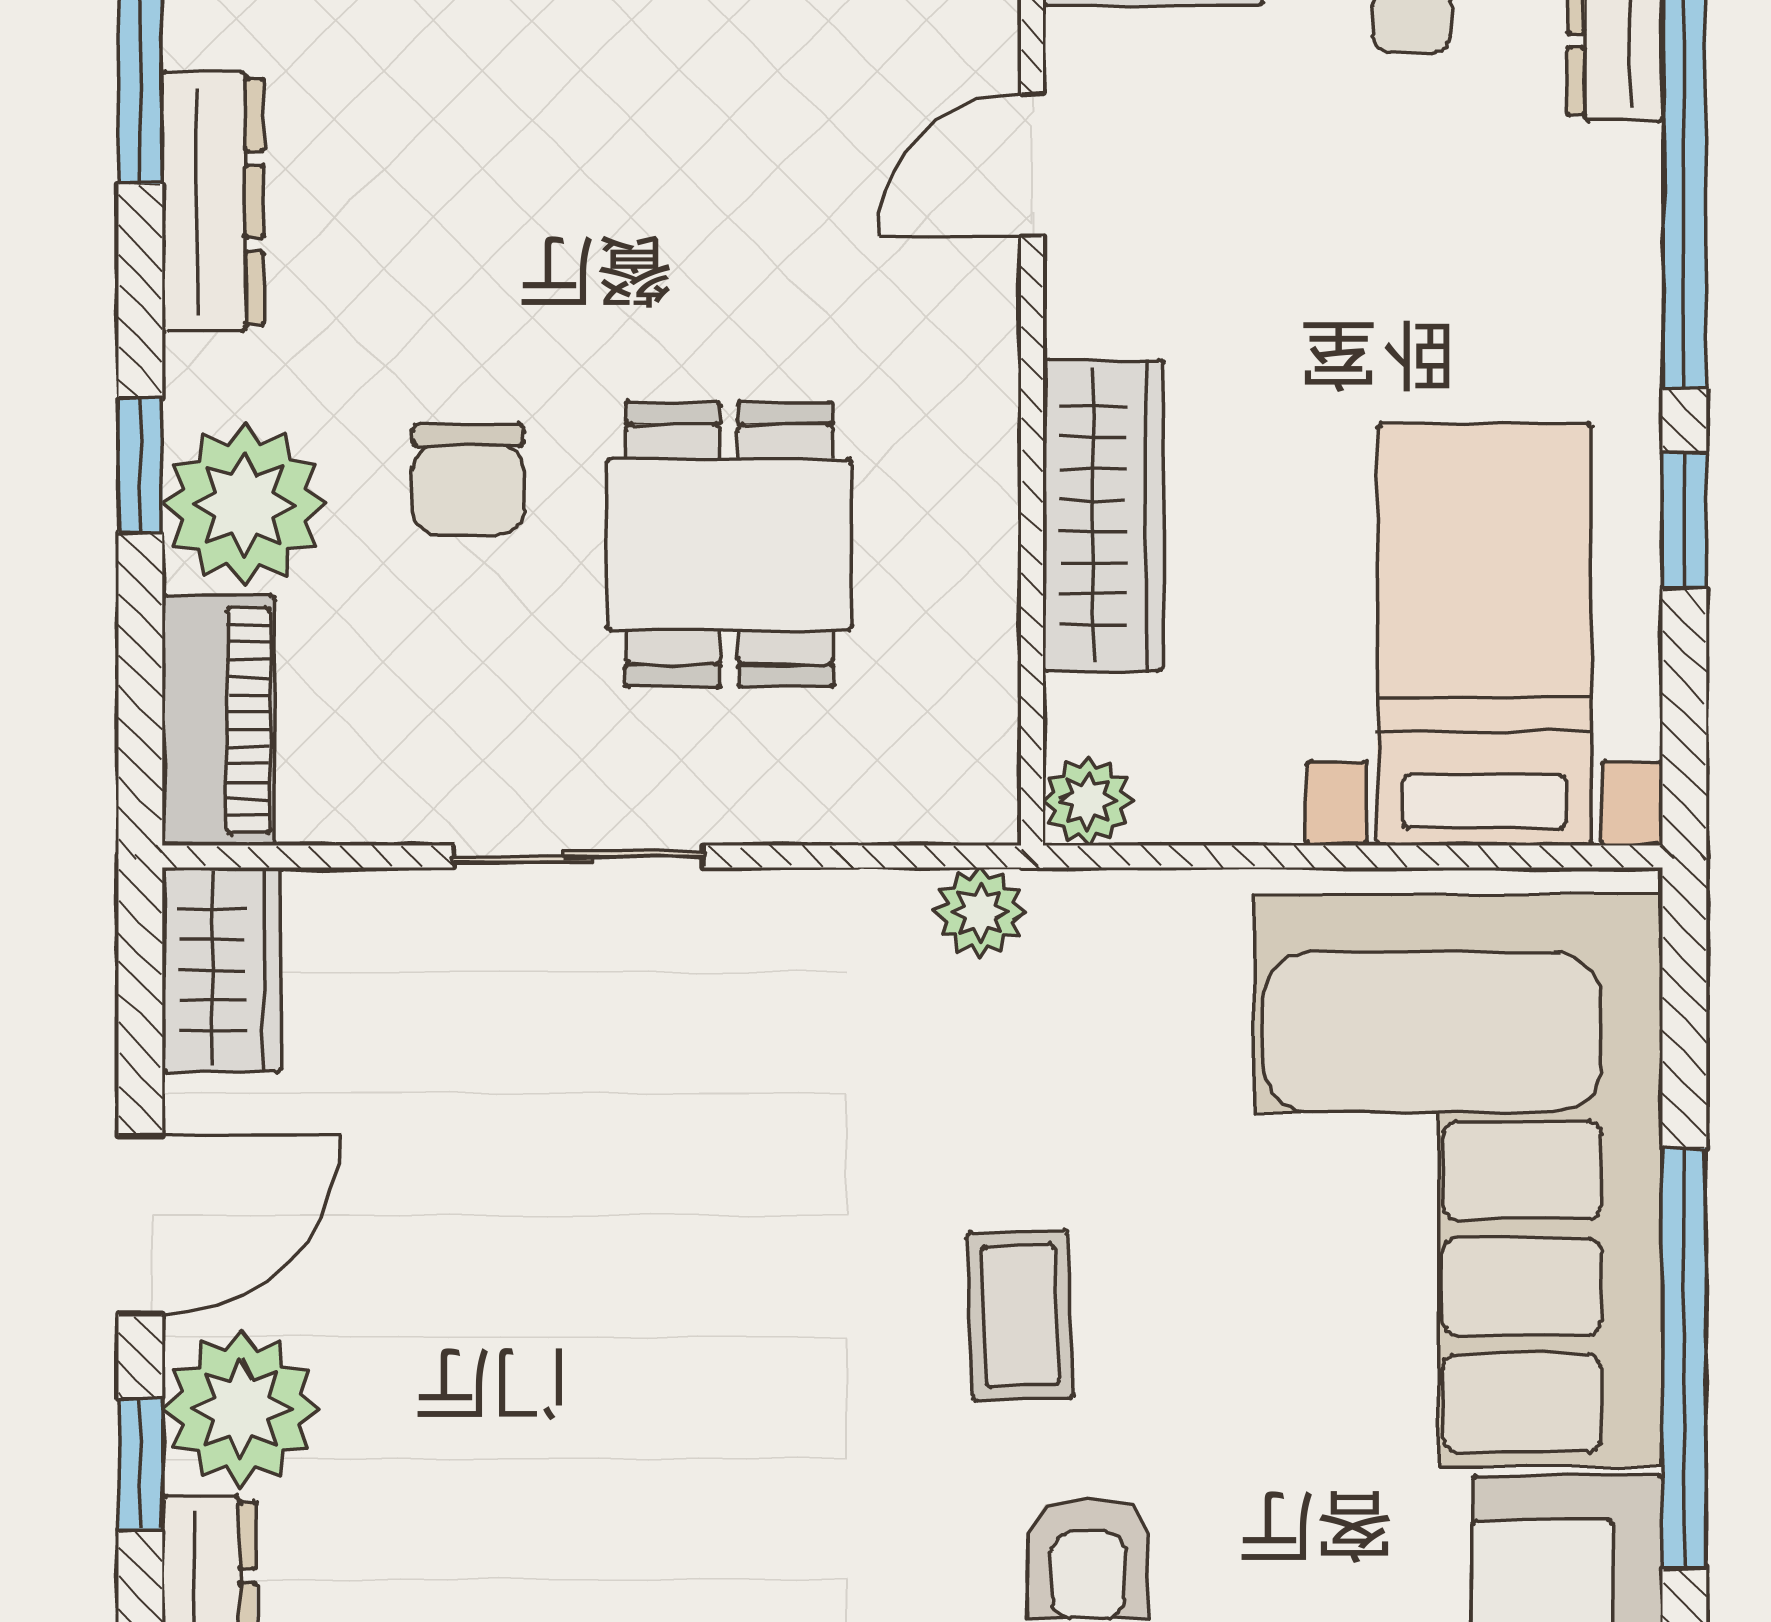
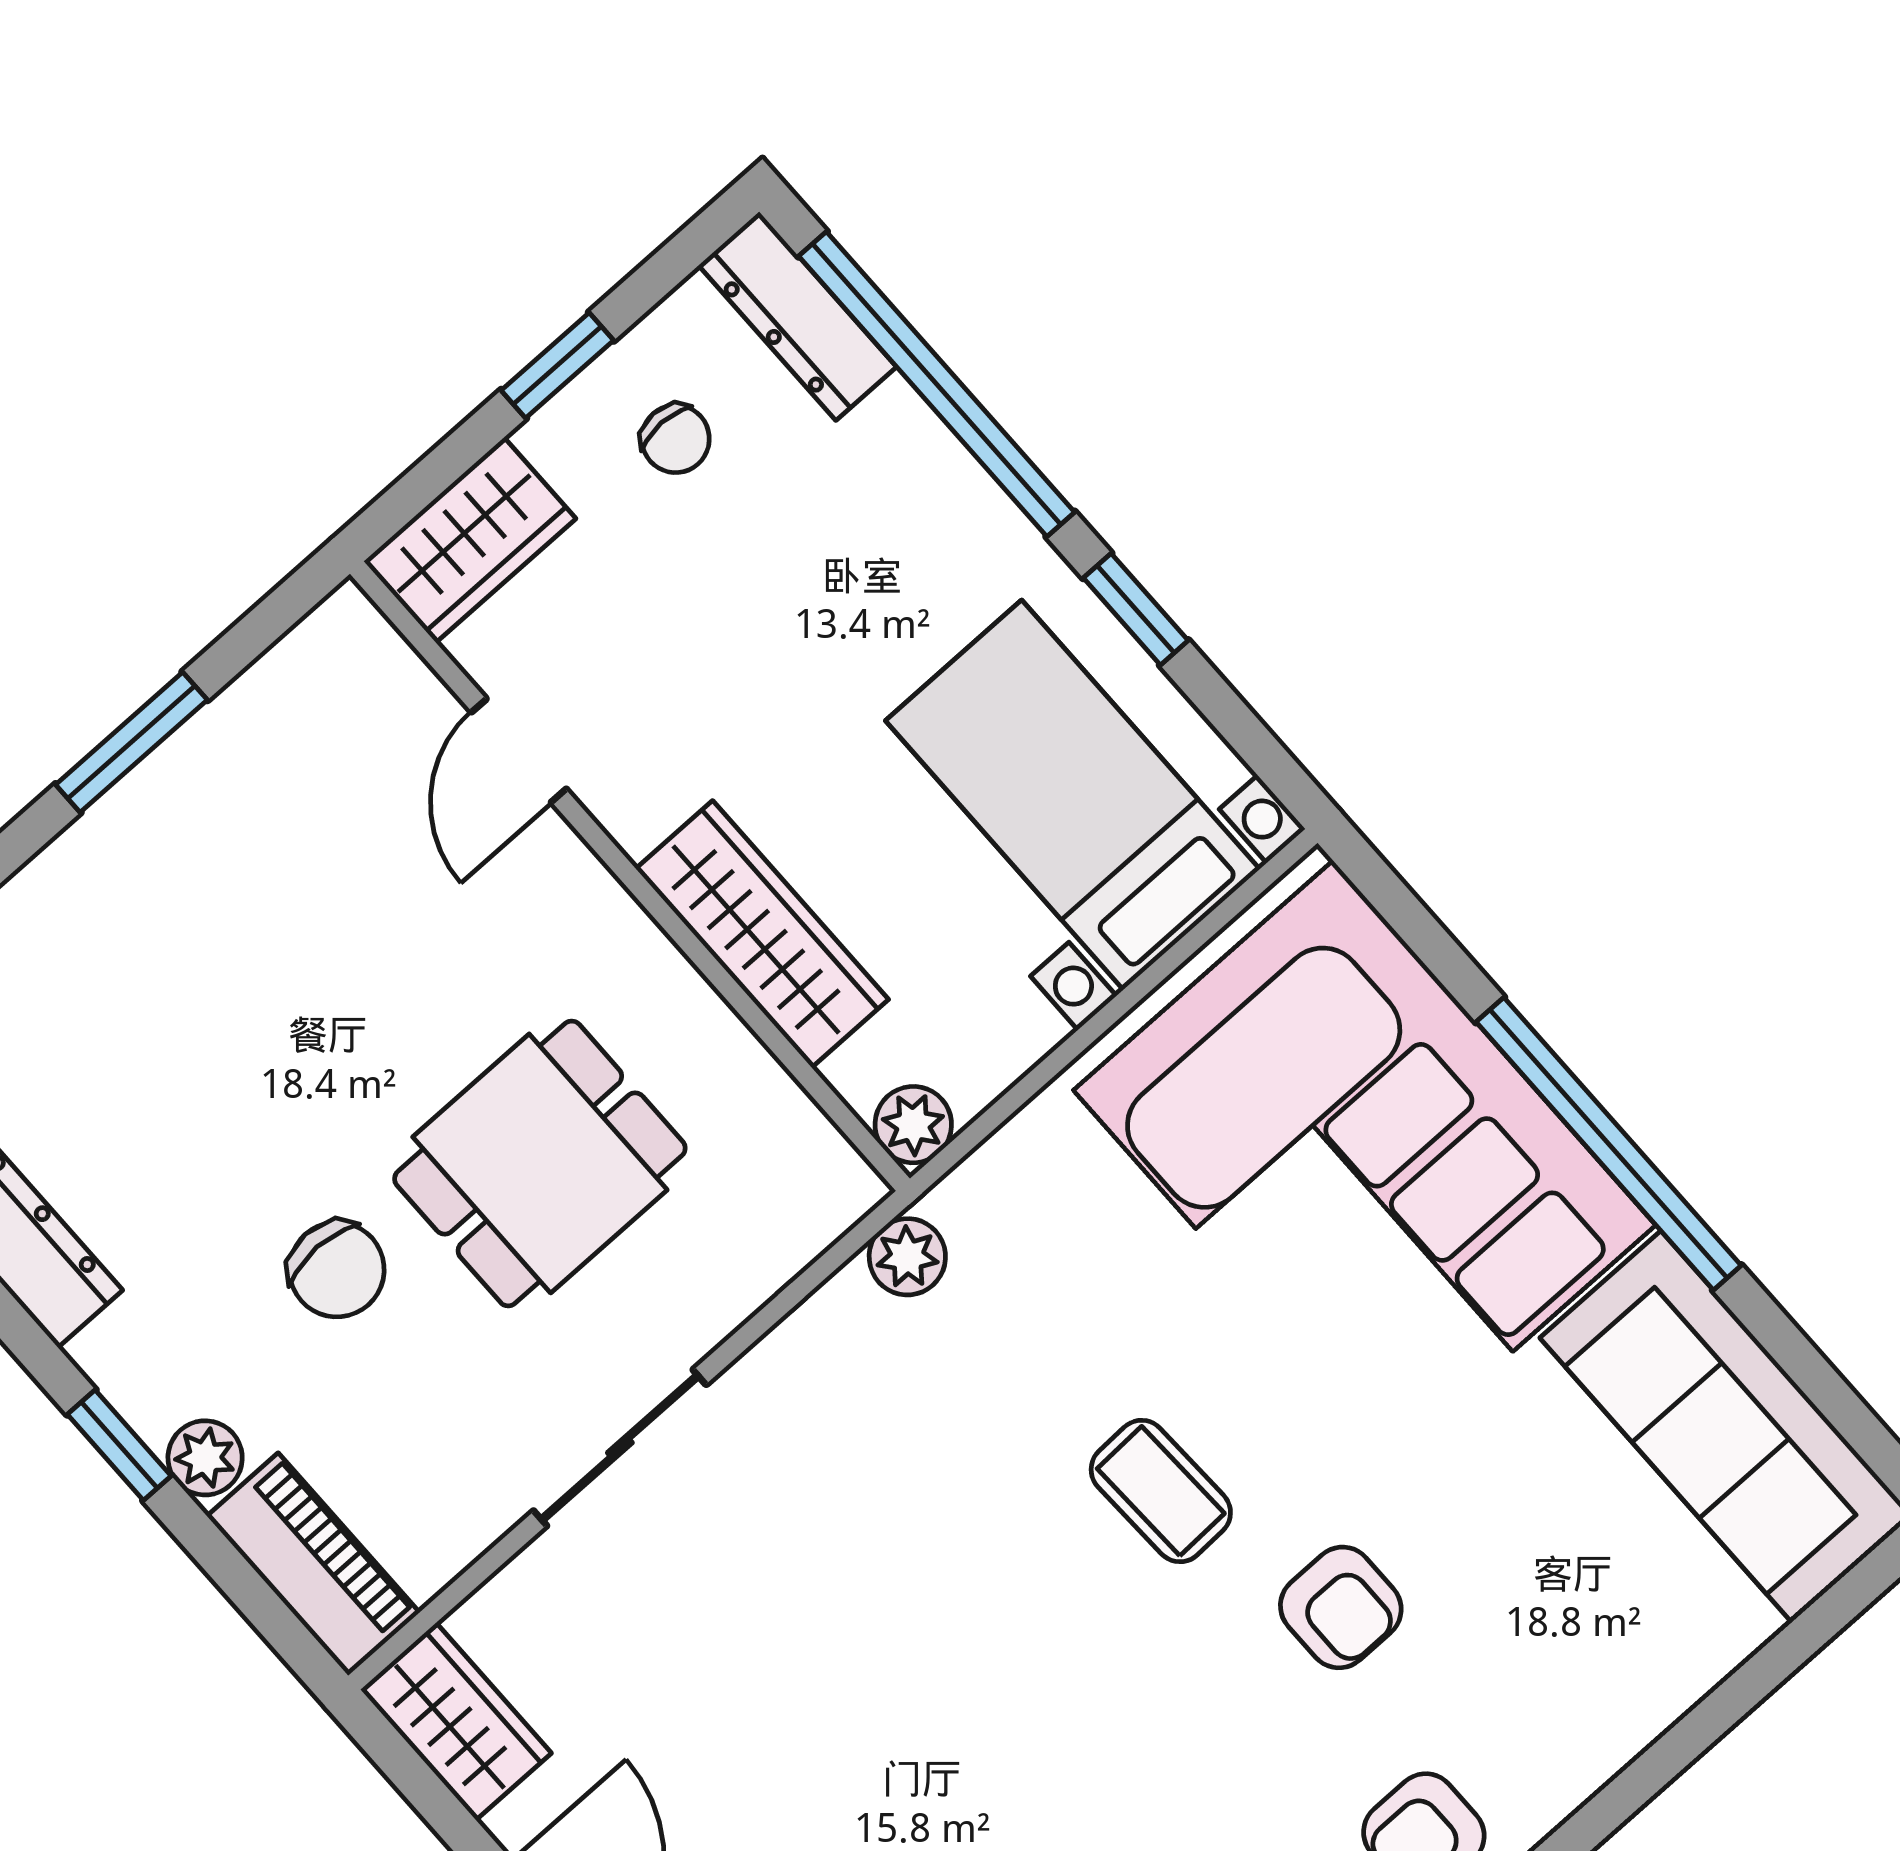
plant: (244, 505) -> (205, 1458), width x0.53, depth x0.53
dining table: (729, 544) -> (540, 1163), turned 90

